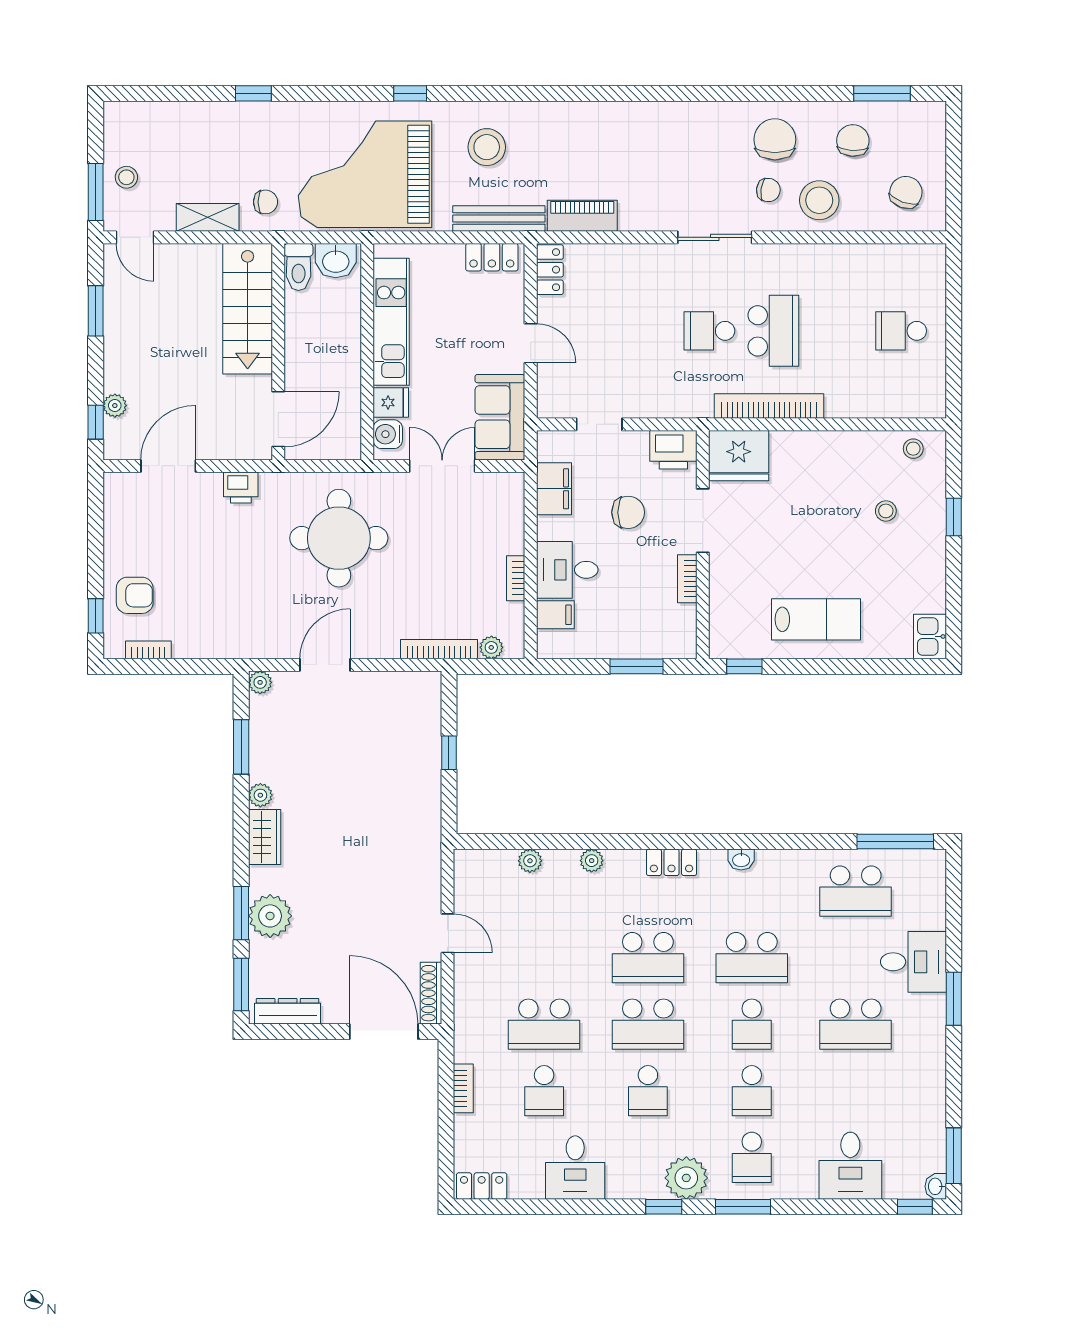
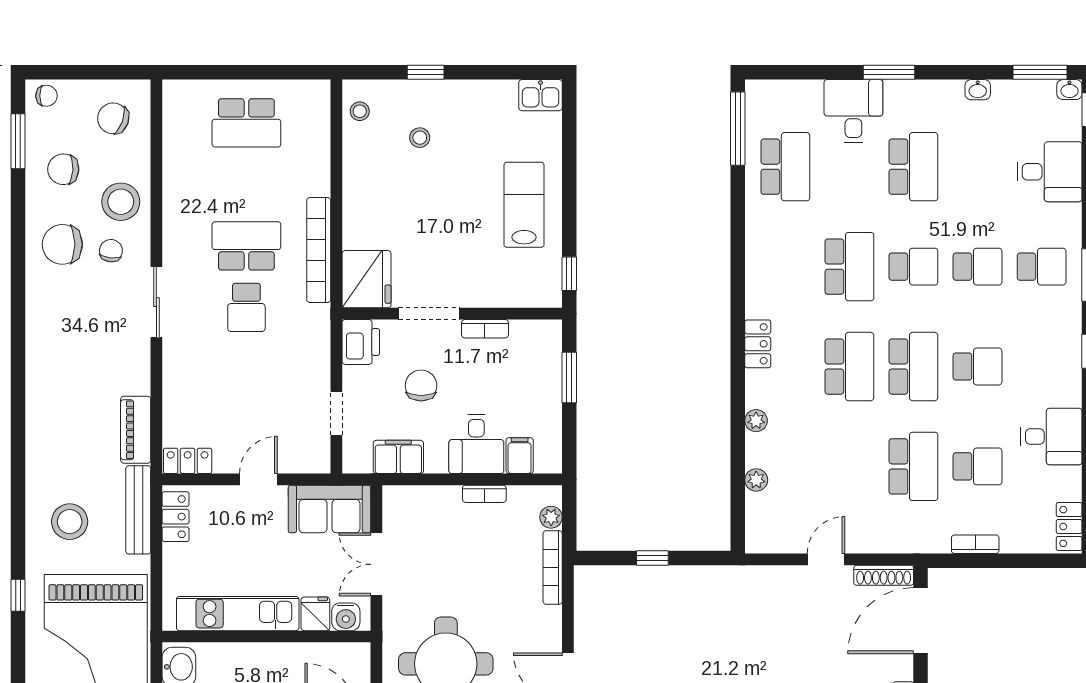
chair: (929, 123) -> (47, 96), added
school desk: (901, 331) -> (246, 123), width x1.85
washbasin: (741, 860) -> (978, 90), moved, turned 90
plant: (686, 1178) -> (1061, 330), removed

